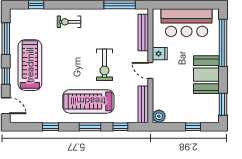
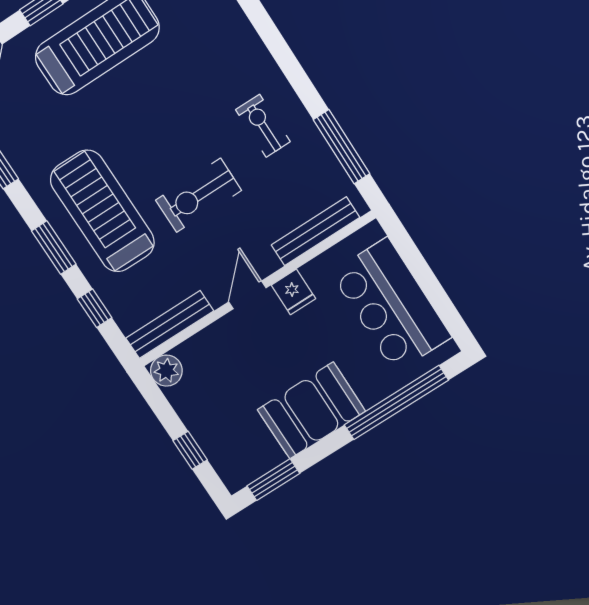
exercise bike: (69, 22) -> (263, 126), moved

